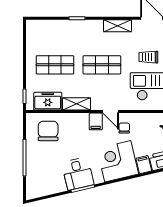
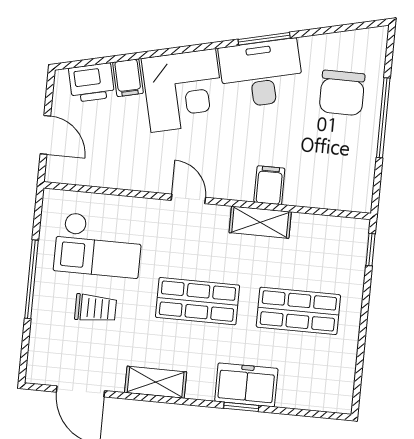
freezer: (48, 101) -> (246, 385), moved, turned 180
filing cabinet: (96, 121) -> (269, 185), moved
chair: (124, 128) -> (162, 161), removed
chair: (48, 131) -> (342, 93), moved
desk: (78, 174) -> (261, 74), width x1.37

